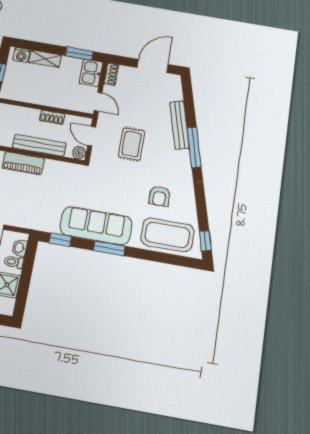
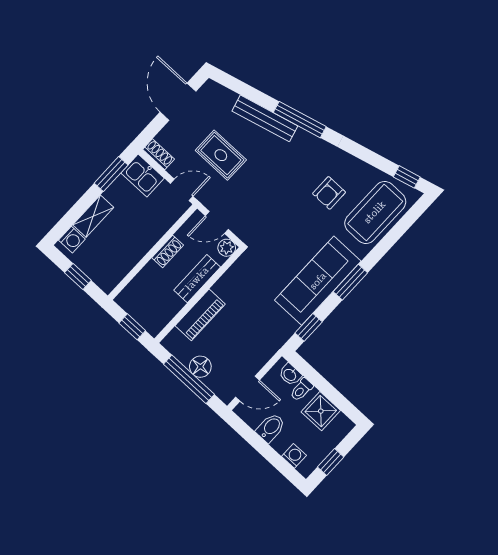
rug: (132, 144) -> (221, 155), moved
bench: (39, 145) -> (197, 279), width x0.73
armchair: (160, 196) -> (329, 193), turned 90

